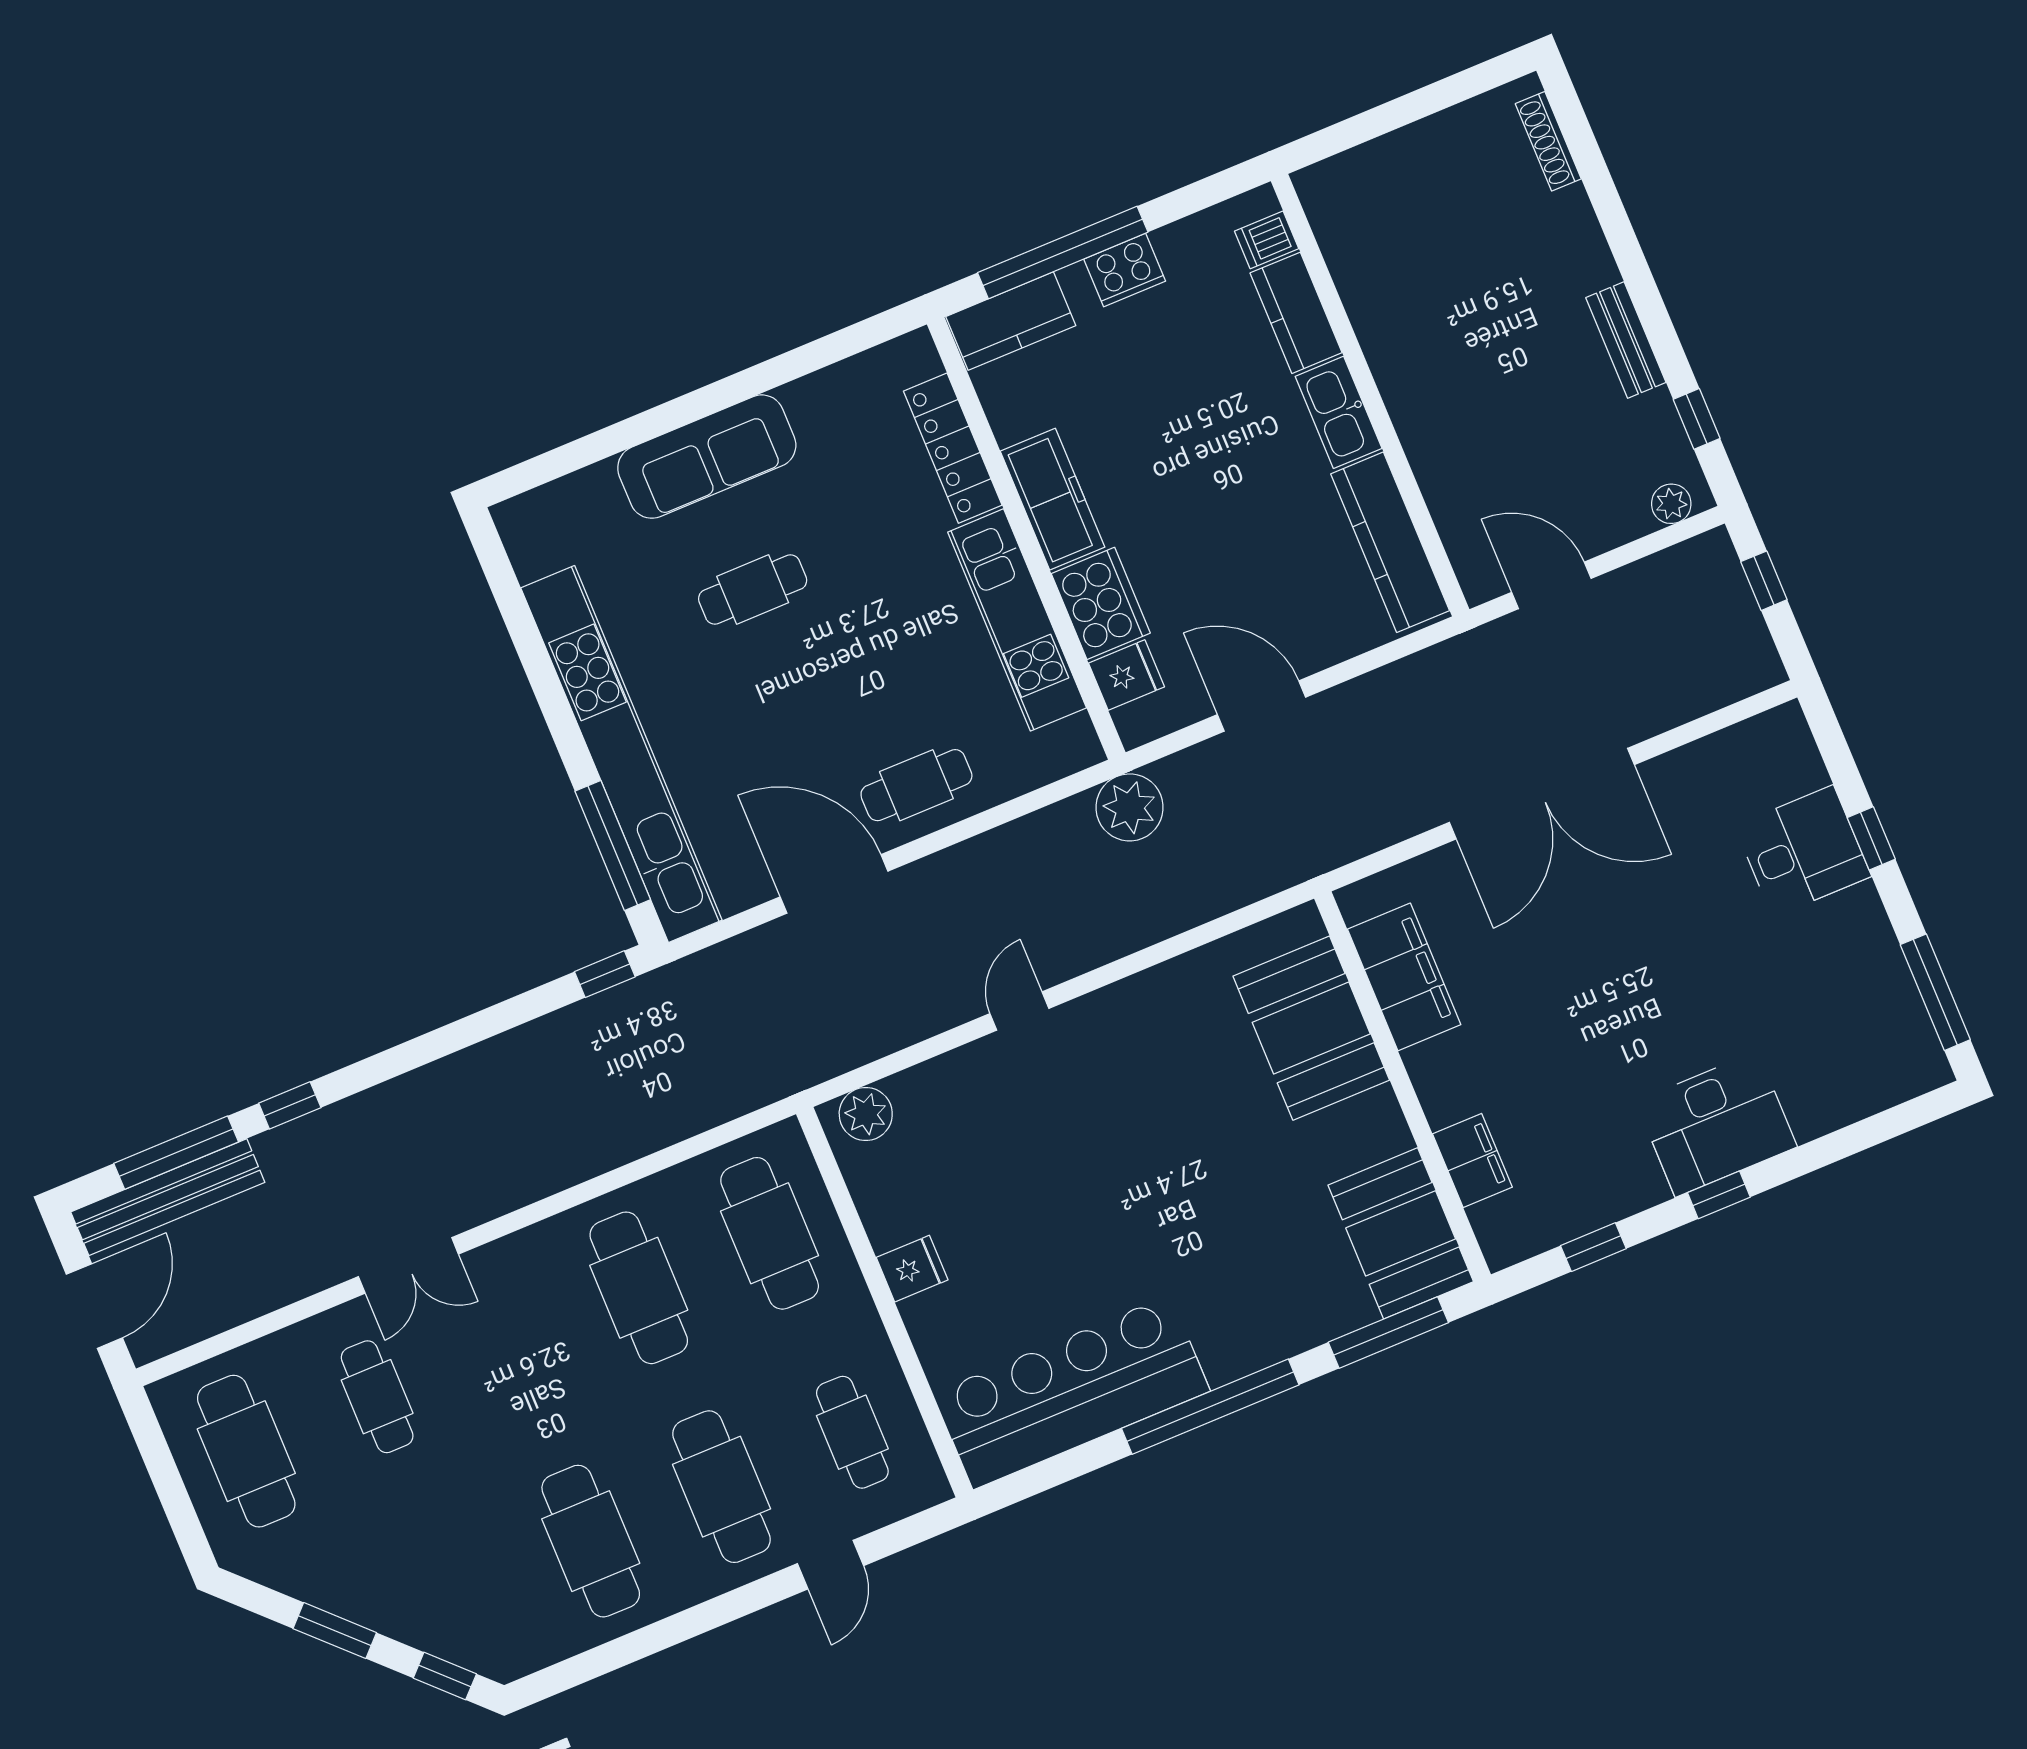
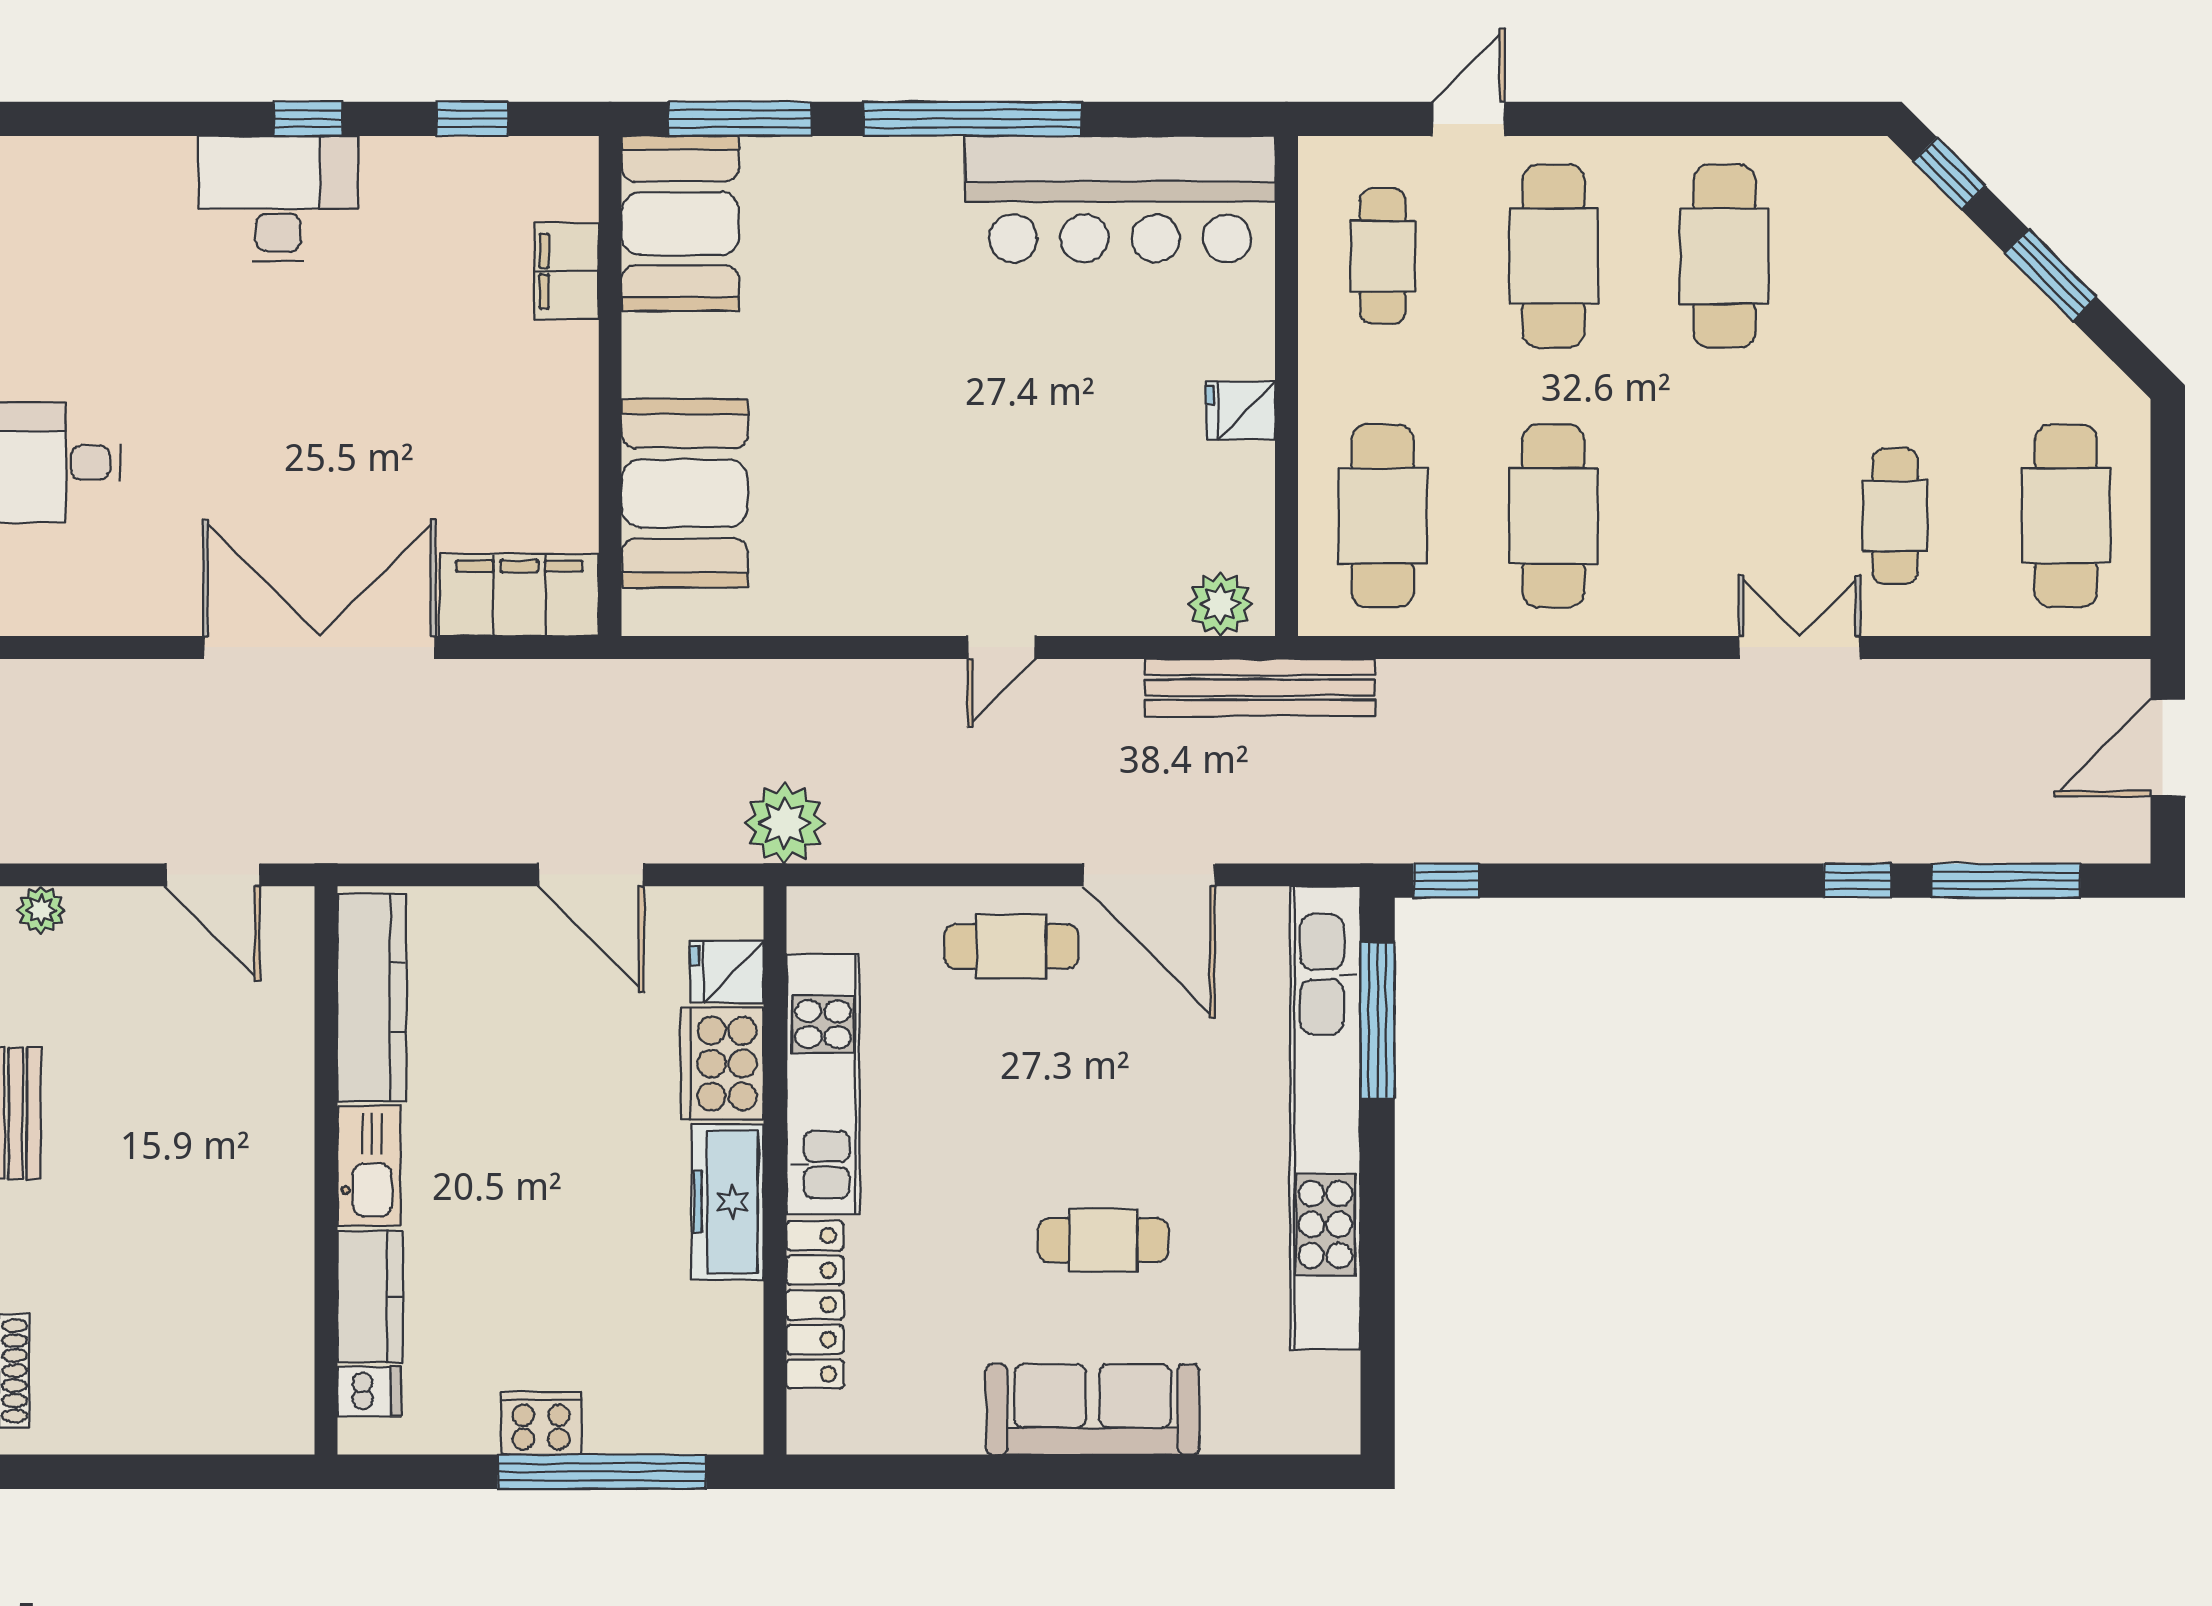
kitchen counter: (1011, 321) -> (692, 1420), removed
filing cabinet: (1404, 977) -> (519, 595), moved, turned 90
bench: (168, 1197) -> (1260, 687), moved

